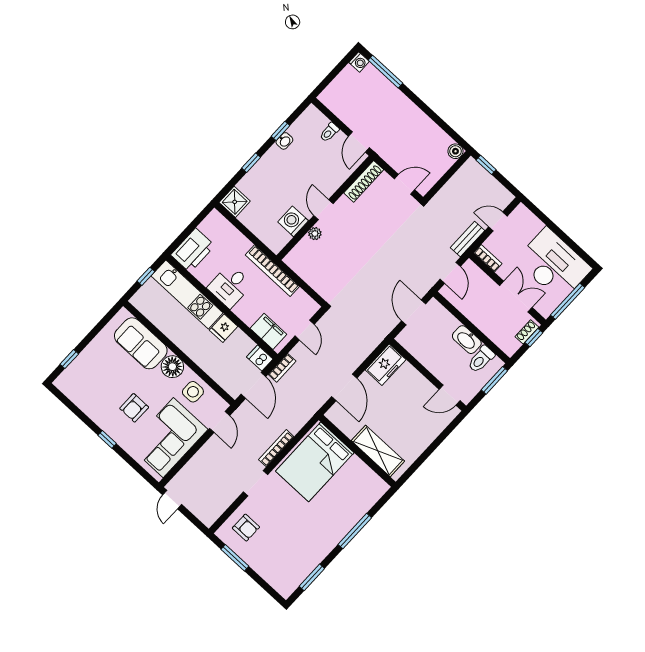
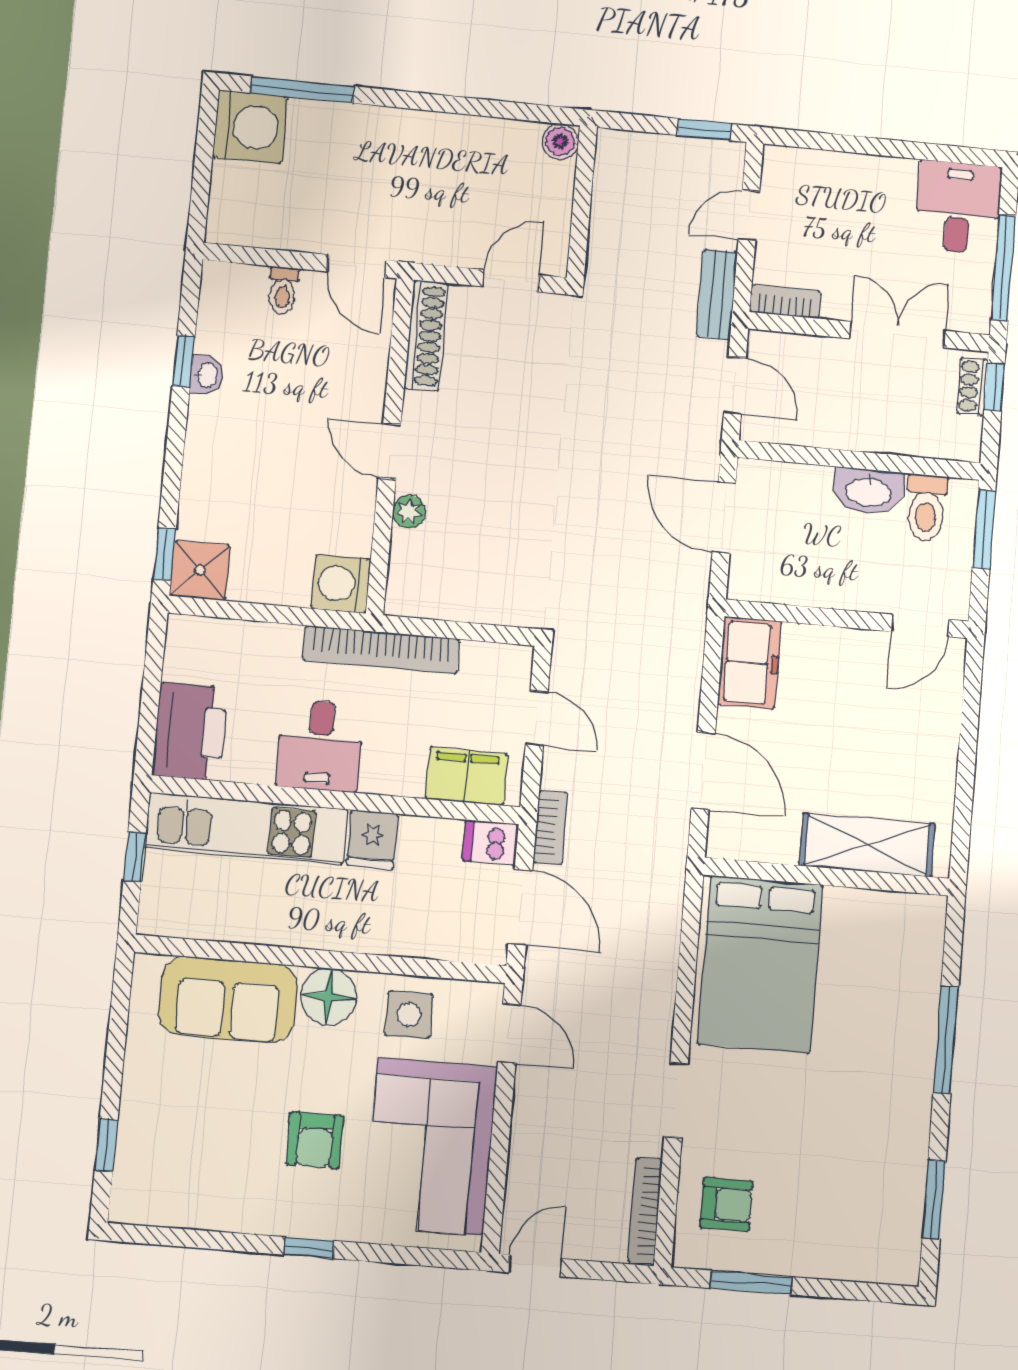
washing machine: (359, 62) -> (250, 127), width x1.89, depth x1.89
window: (251, 163) -> (164, 554), moved
window: (486, 165) -> (705, 130), moved
washing machine: (293, 221) -> (341, 584), moved
desk: (554, 264) -> (958, 207), width x0.53, depth x0.77
bookcase: (276, 448) -> (645, 1211), moved
door: (172, 500) -> (535, 1266), swing flipped

